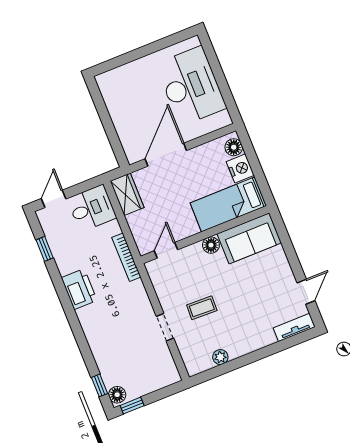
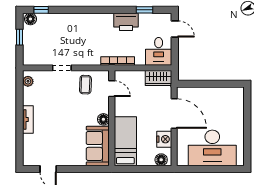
nightstand: (240, 168) -> (164, 139), moved, turned -90
printer: (79, 289) -> (126, 22), moved
coffee table: (202, 308) -> (85, 85), moved
tv unit: (294, 327) -> (28, 119), moved
plant: (220, 357) -> (28, 81), moved
window: (132, 406) -> (19, 37), moved

